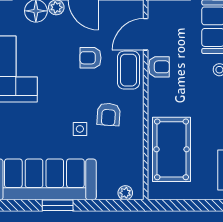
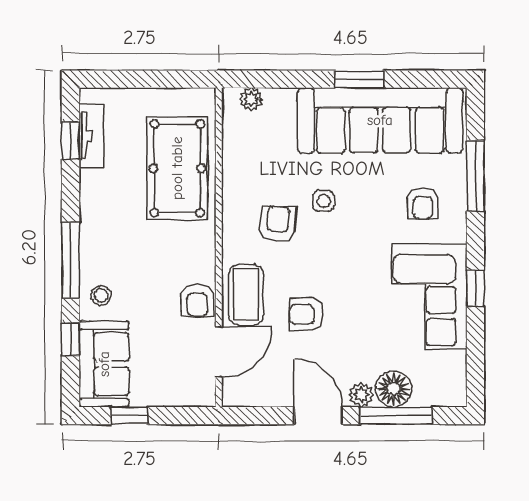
armchair: (91, 58) -> (306, 314), turned 180
armchair: (159, 67) -> (197, 300), turned -90
armchair: (18, 127) -> (423, 203), added

